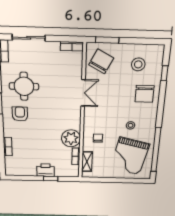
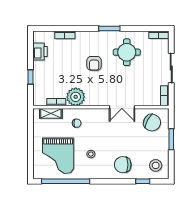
sliding door: (29, 38) -> (171, 68), moved
window: (107, 40) -> (171, 139), moved
stool: (138, 64) -> (156, 165), moved
armchair: (20, 114) -> (94, 63), moved, turned 90
grand piano: (130, 156) -> (58, 156), turned -103
printer: (46, 170) -> (40, 51), moved

